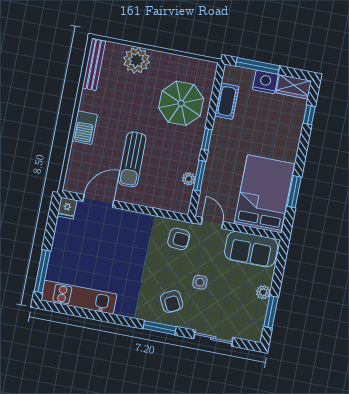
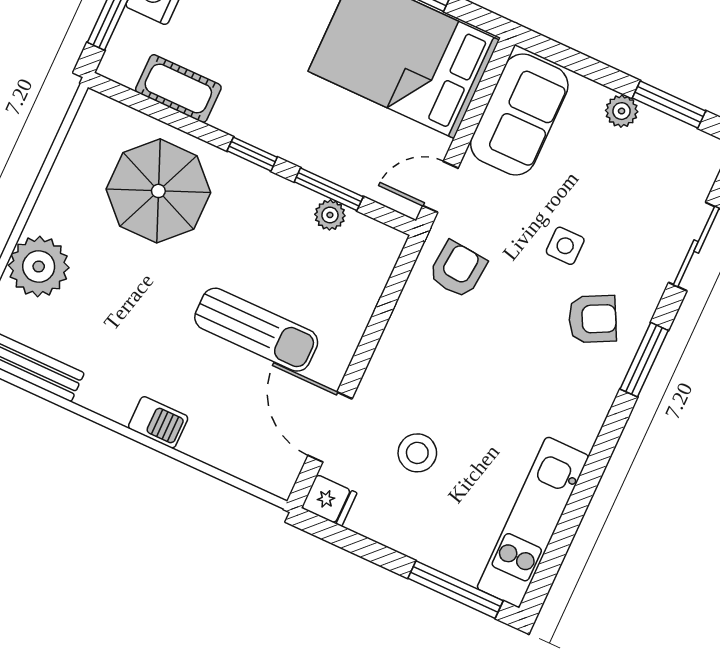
barbecue: (85, 128) -> (158, 422), width x0.73, depth x0.79
stool: (96, 241) -> (417, 453), added

